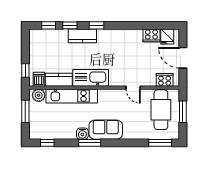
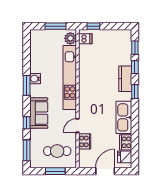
kitchen sink: (91, 78) -> (124, 117), moved, turned 180
kitchen counter: (59, 80) -> (85, 57), removed
cooker: (165, 80) -> (85, 141), moved
kitchen unit: (72, 96) -> (70, 77), width x1.36
cafe table: (161, 110) -> (57, 151), width x0.73, depth x0.74
sofa: (106, 130) -> (39, 113), moved
window: (47, 143) -> (27, 123), moved

